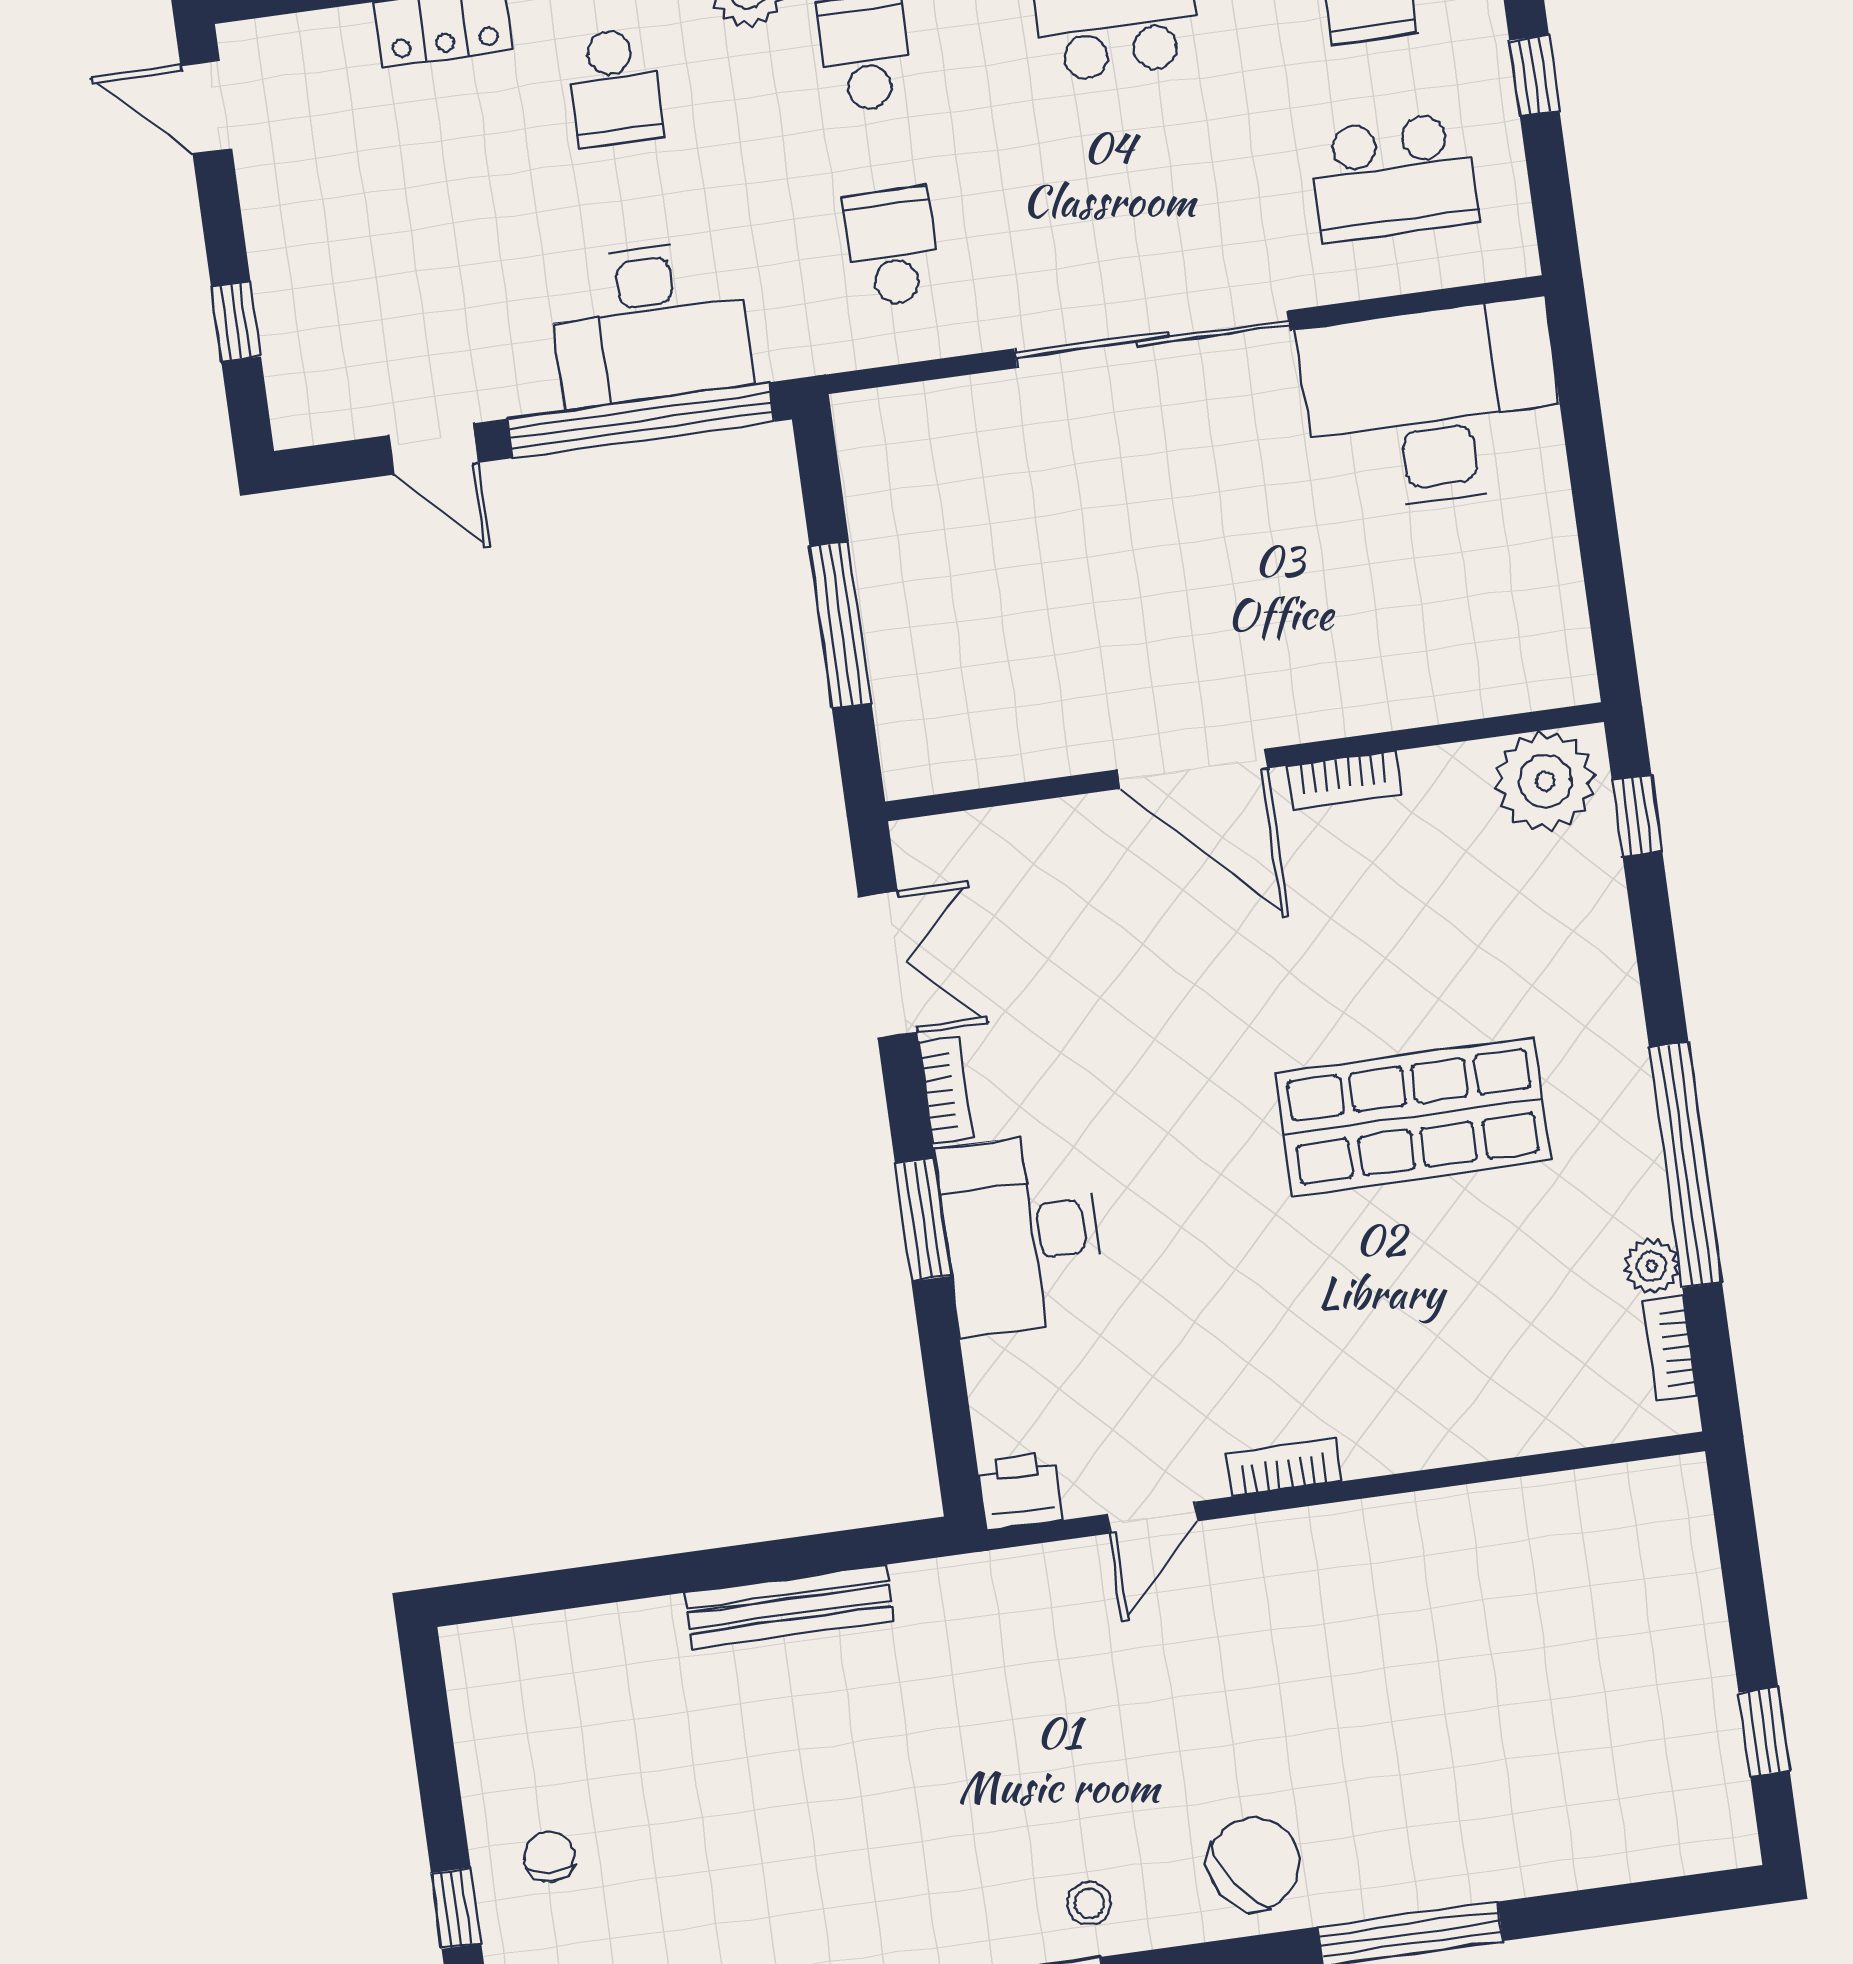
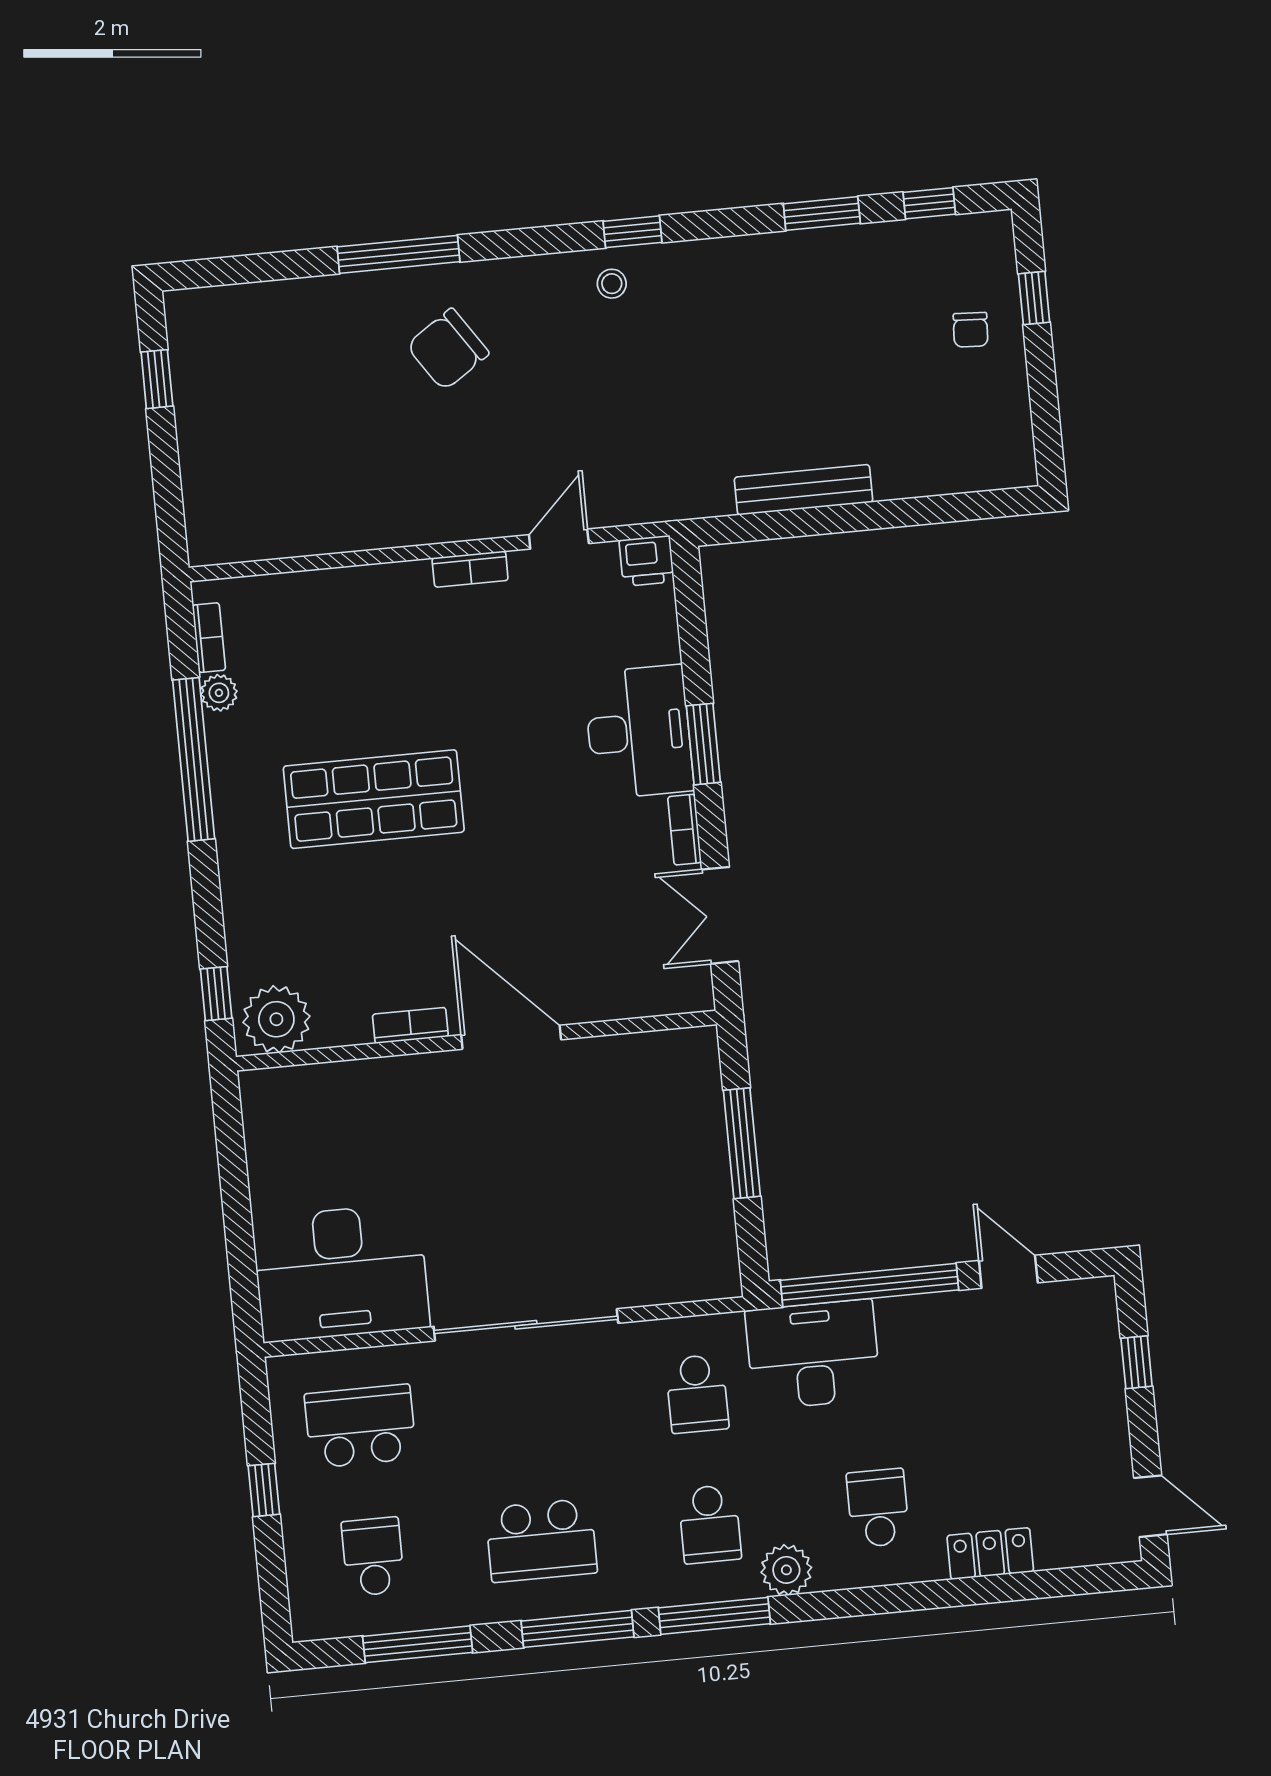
desk: (650, 323) -> (813, 1354), moved
chair: (1254, 1863) -> (448, 349), moved

